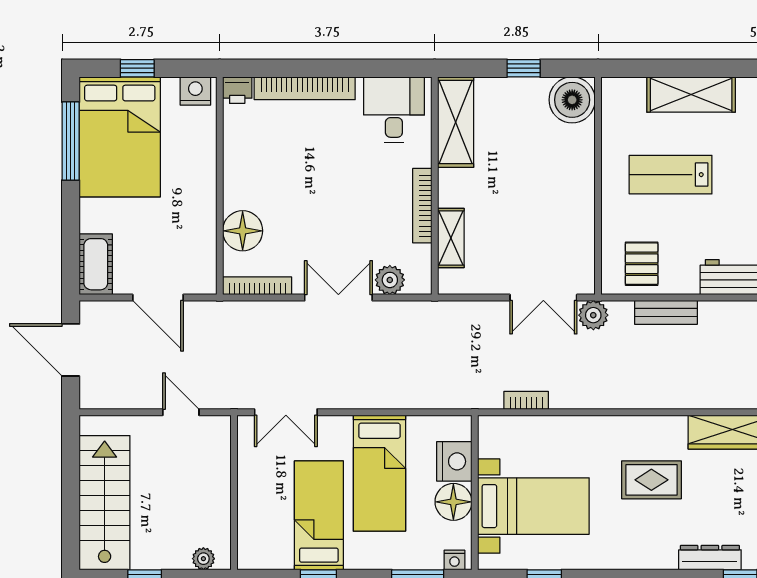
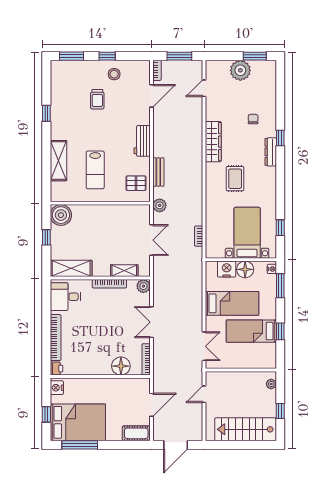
plant: (390, 280) -> (143, 286), moved
double door: (543, 298) -> (151, 240), moved

